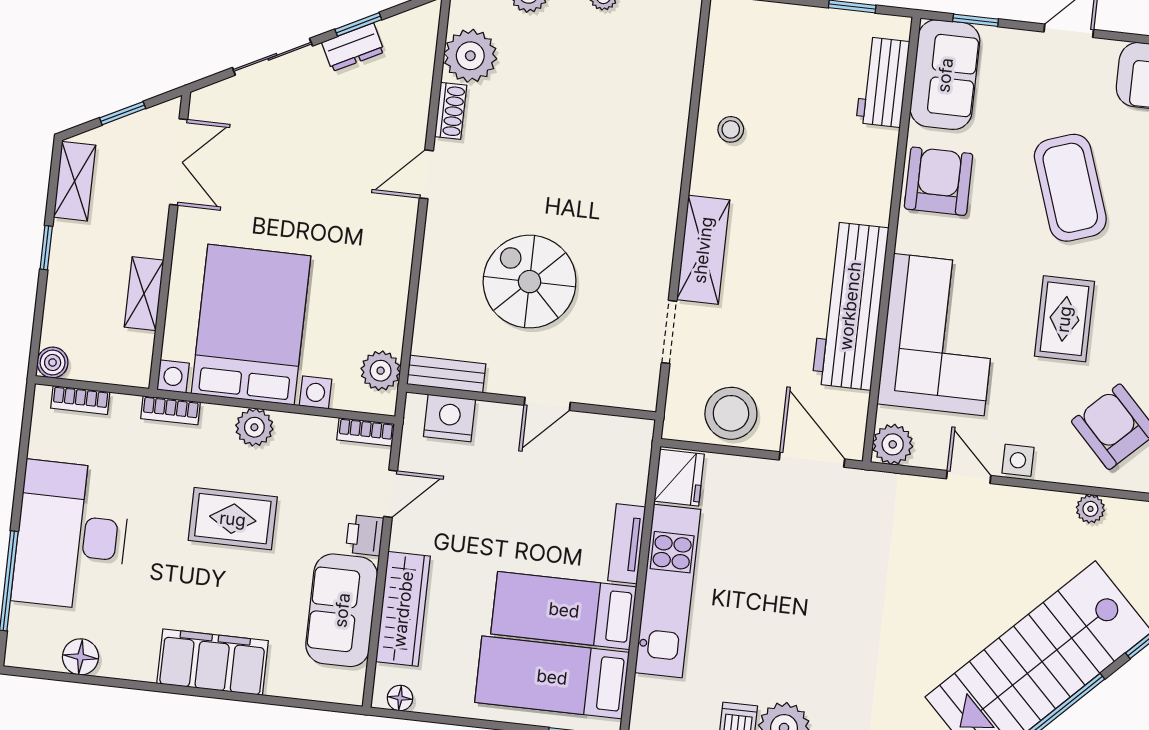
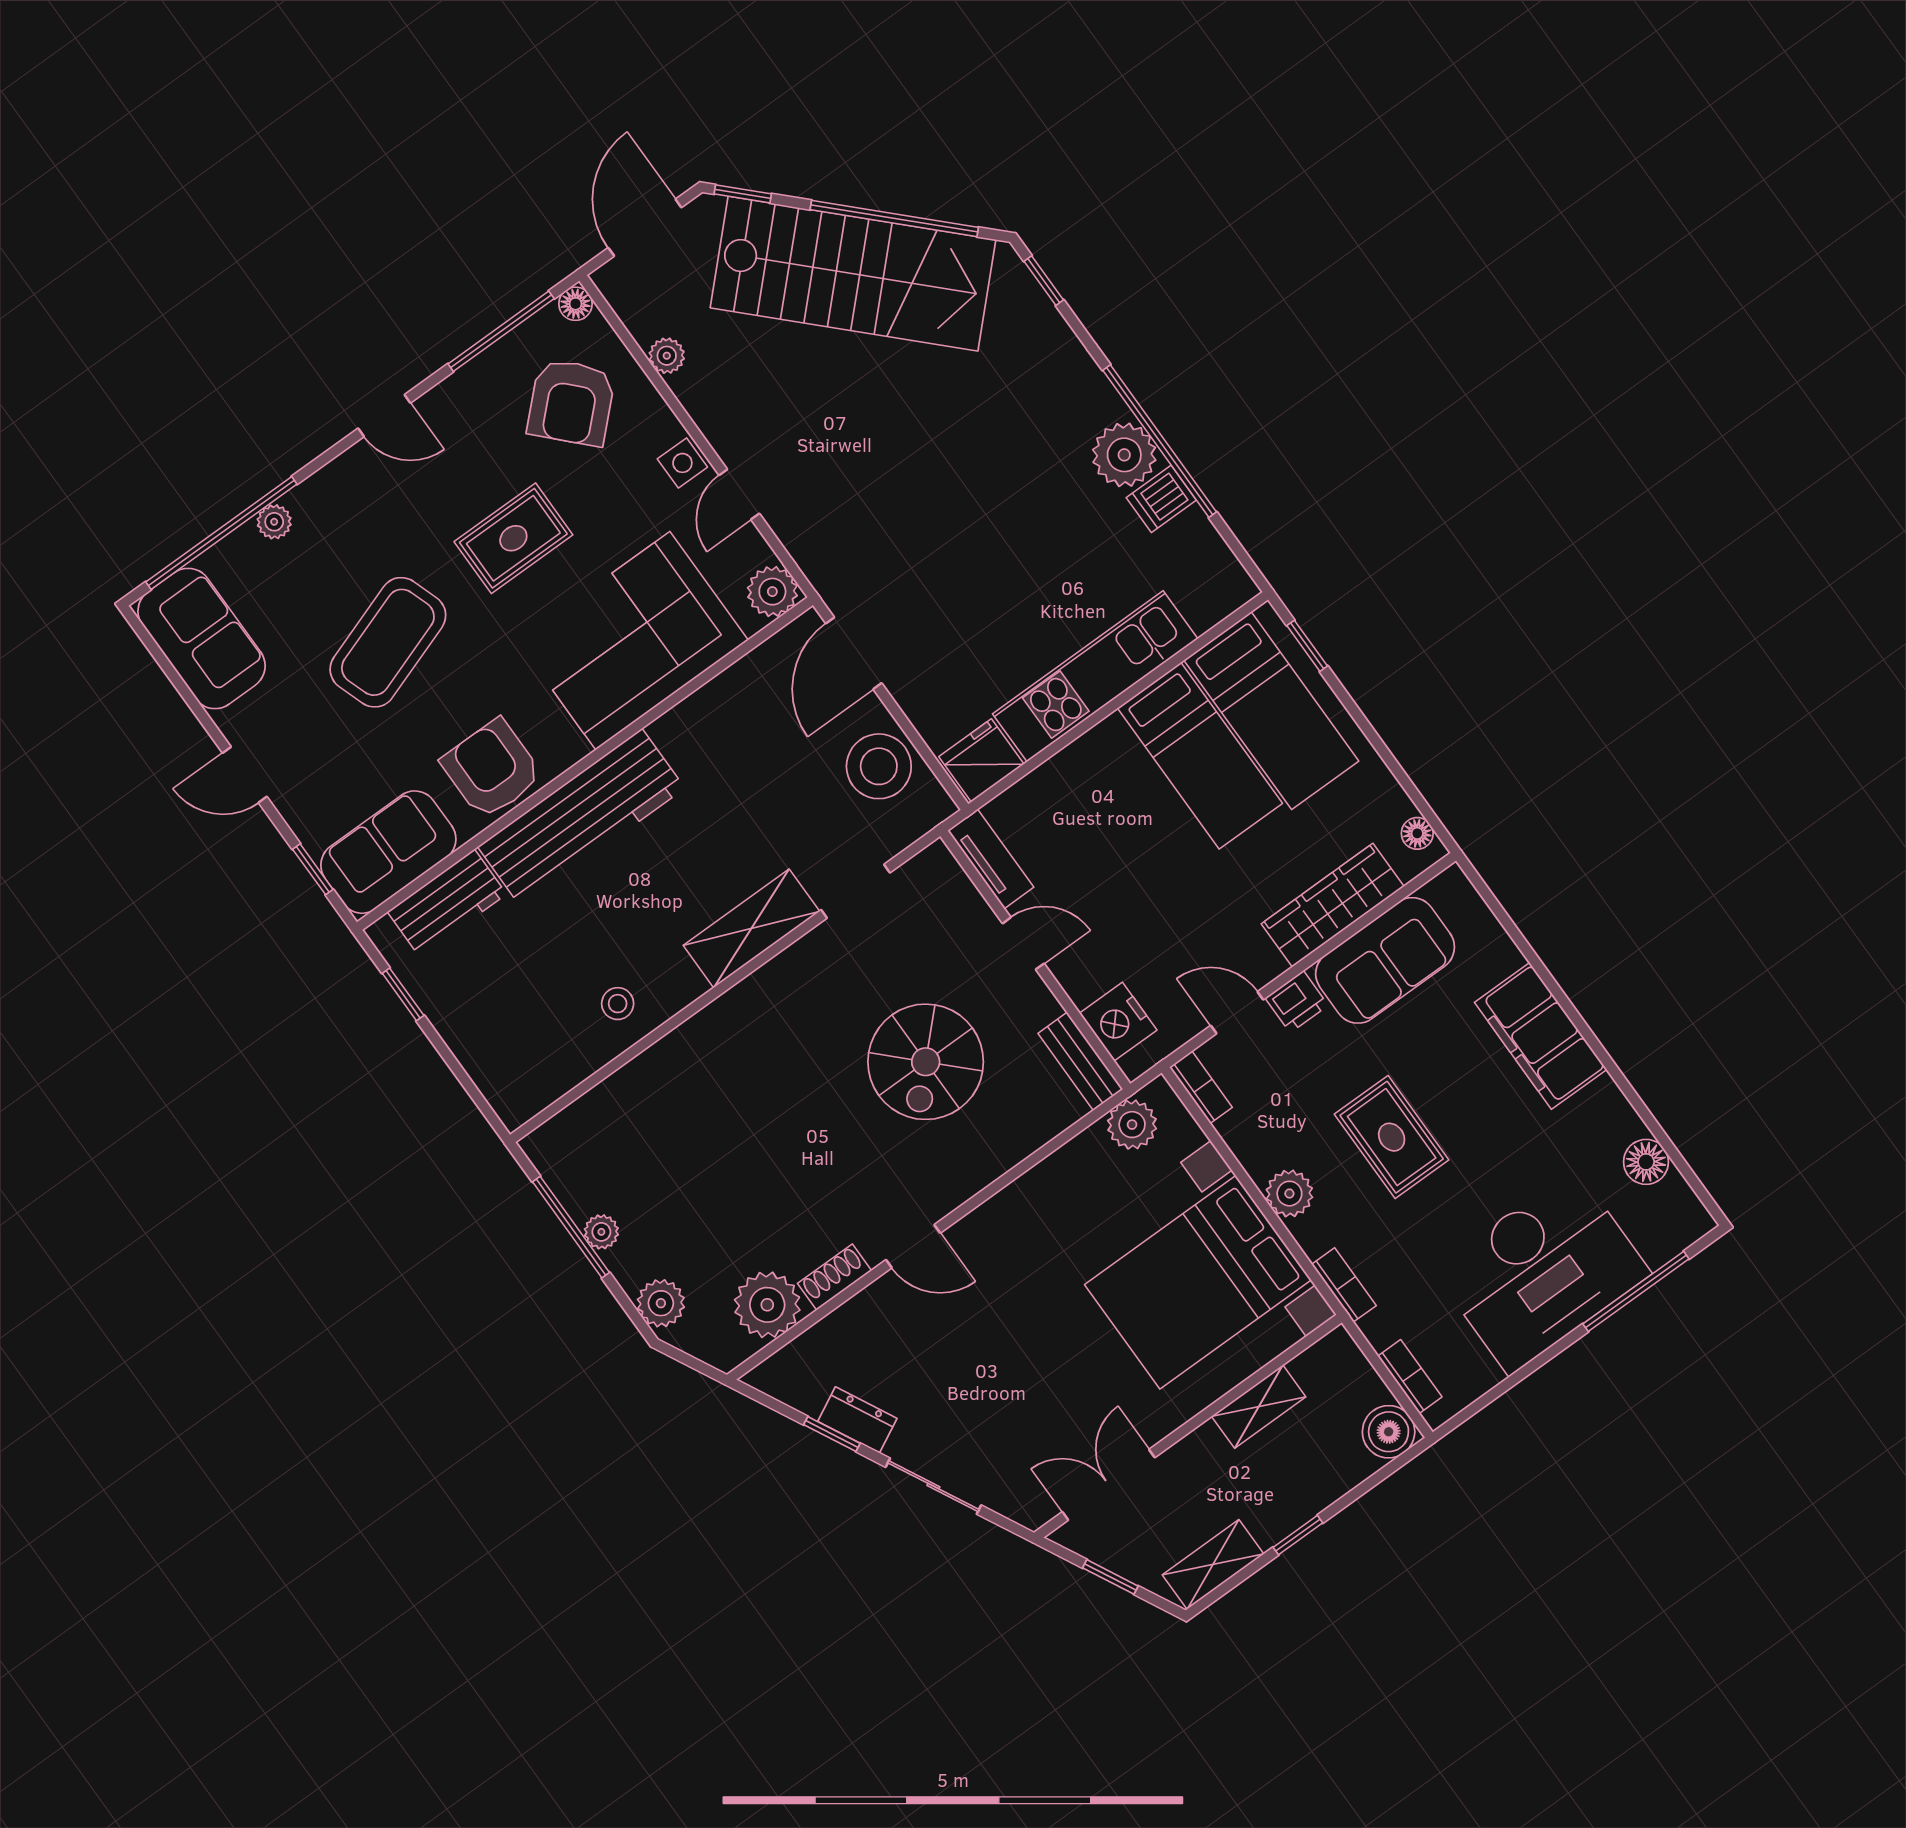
armchair: (939, 181) -> (492, 769), turned 90
workbench: (850, 306) -> (581, 817), moved
boiler: (53, 362) -> (1389, 1432), width x1.36, depth x1.36
tv unit: (627, 544) -> (991, 859), moved, turned -90

